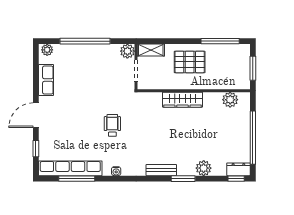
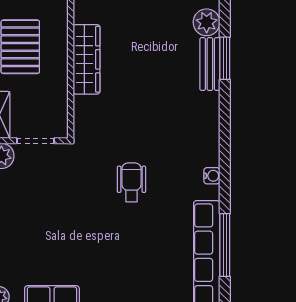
wheelchair: (112, 125) -> (131, 182), turned 90
bench: (161, 170) -> (210, 64), moved

